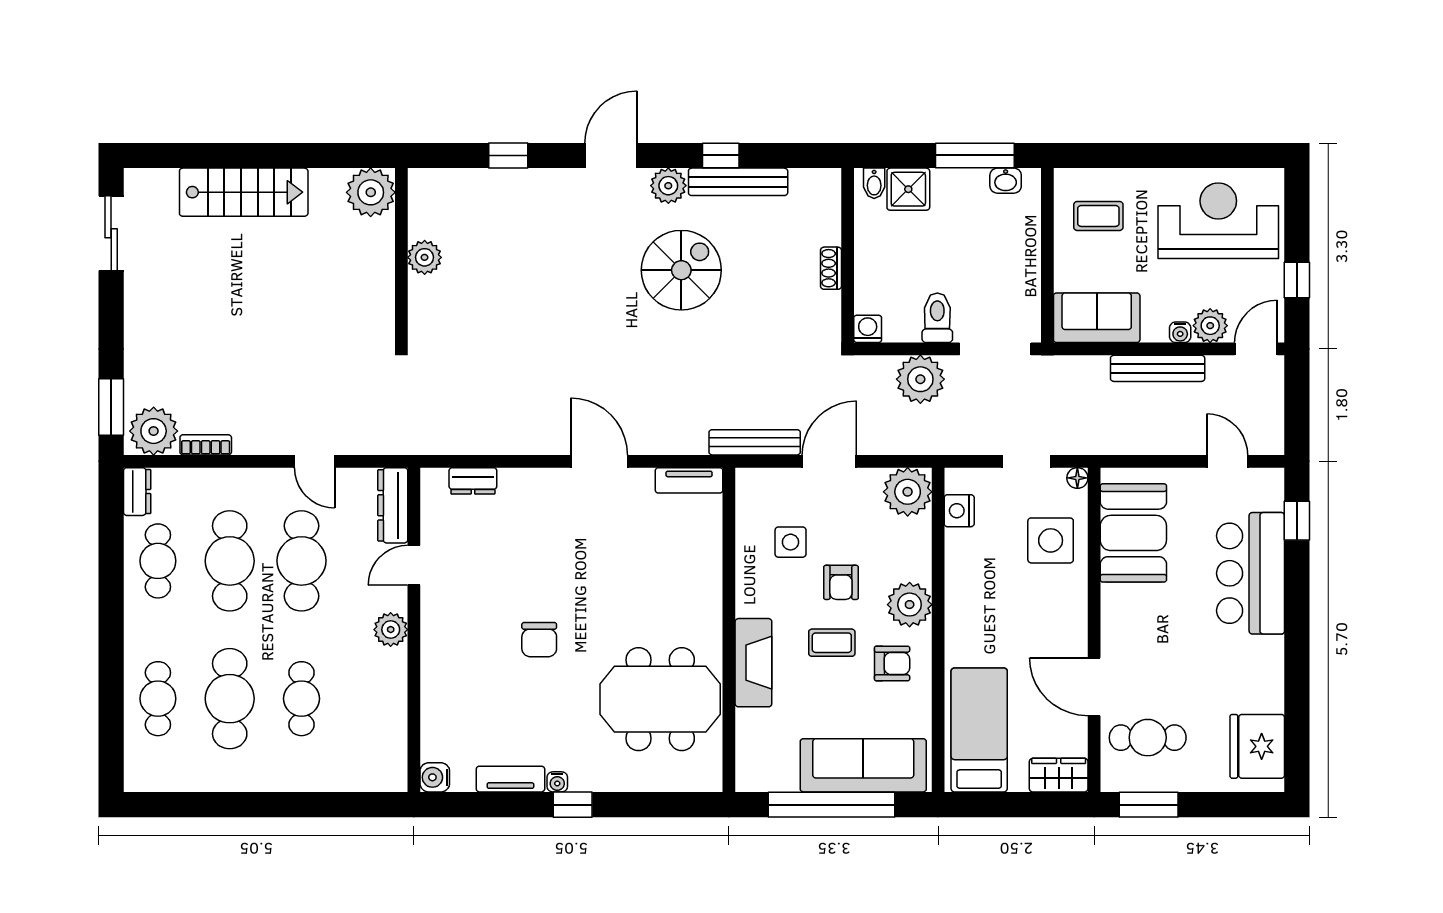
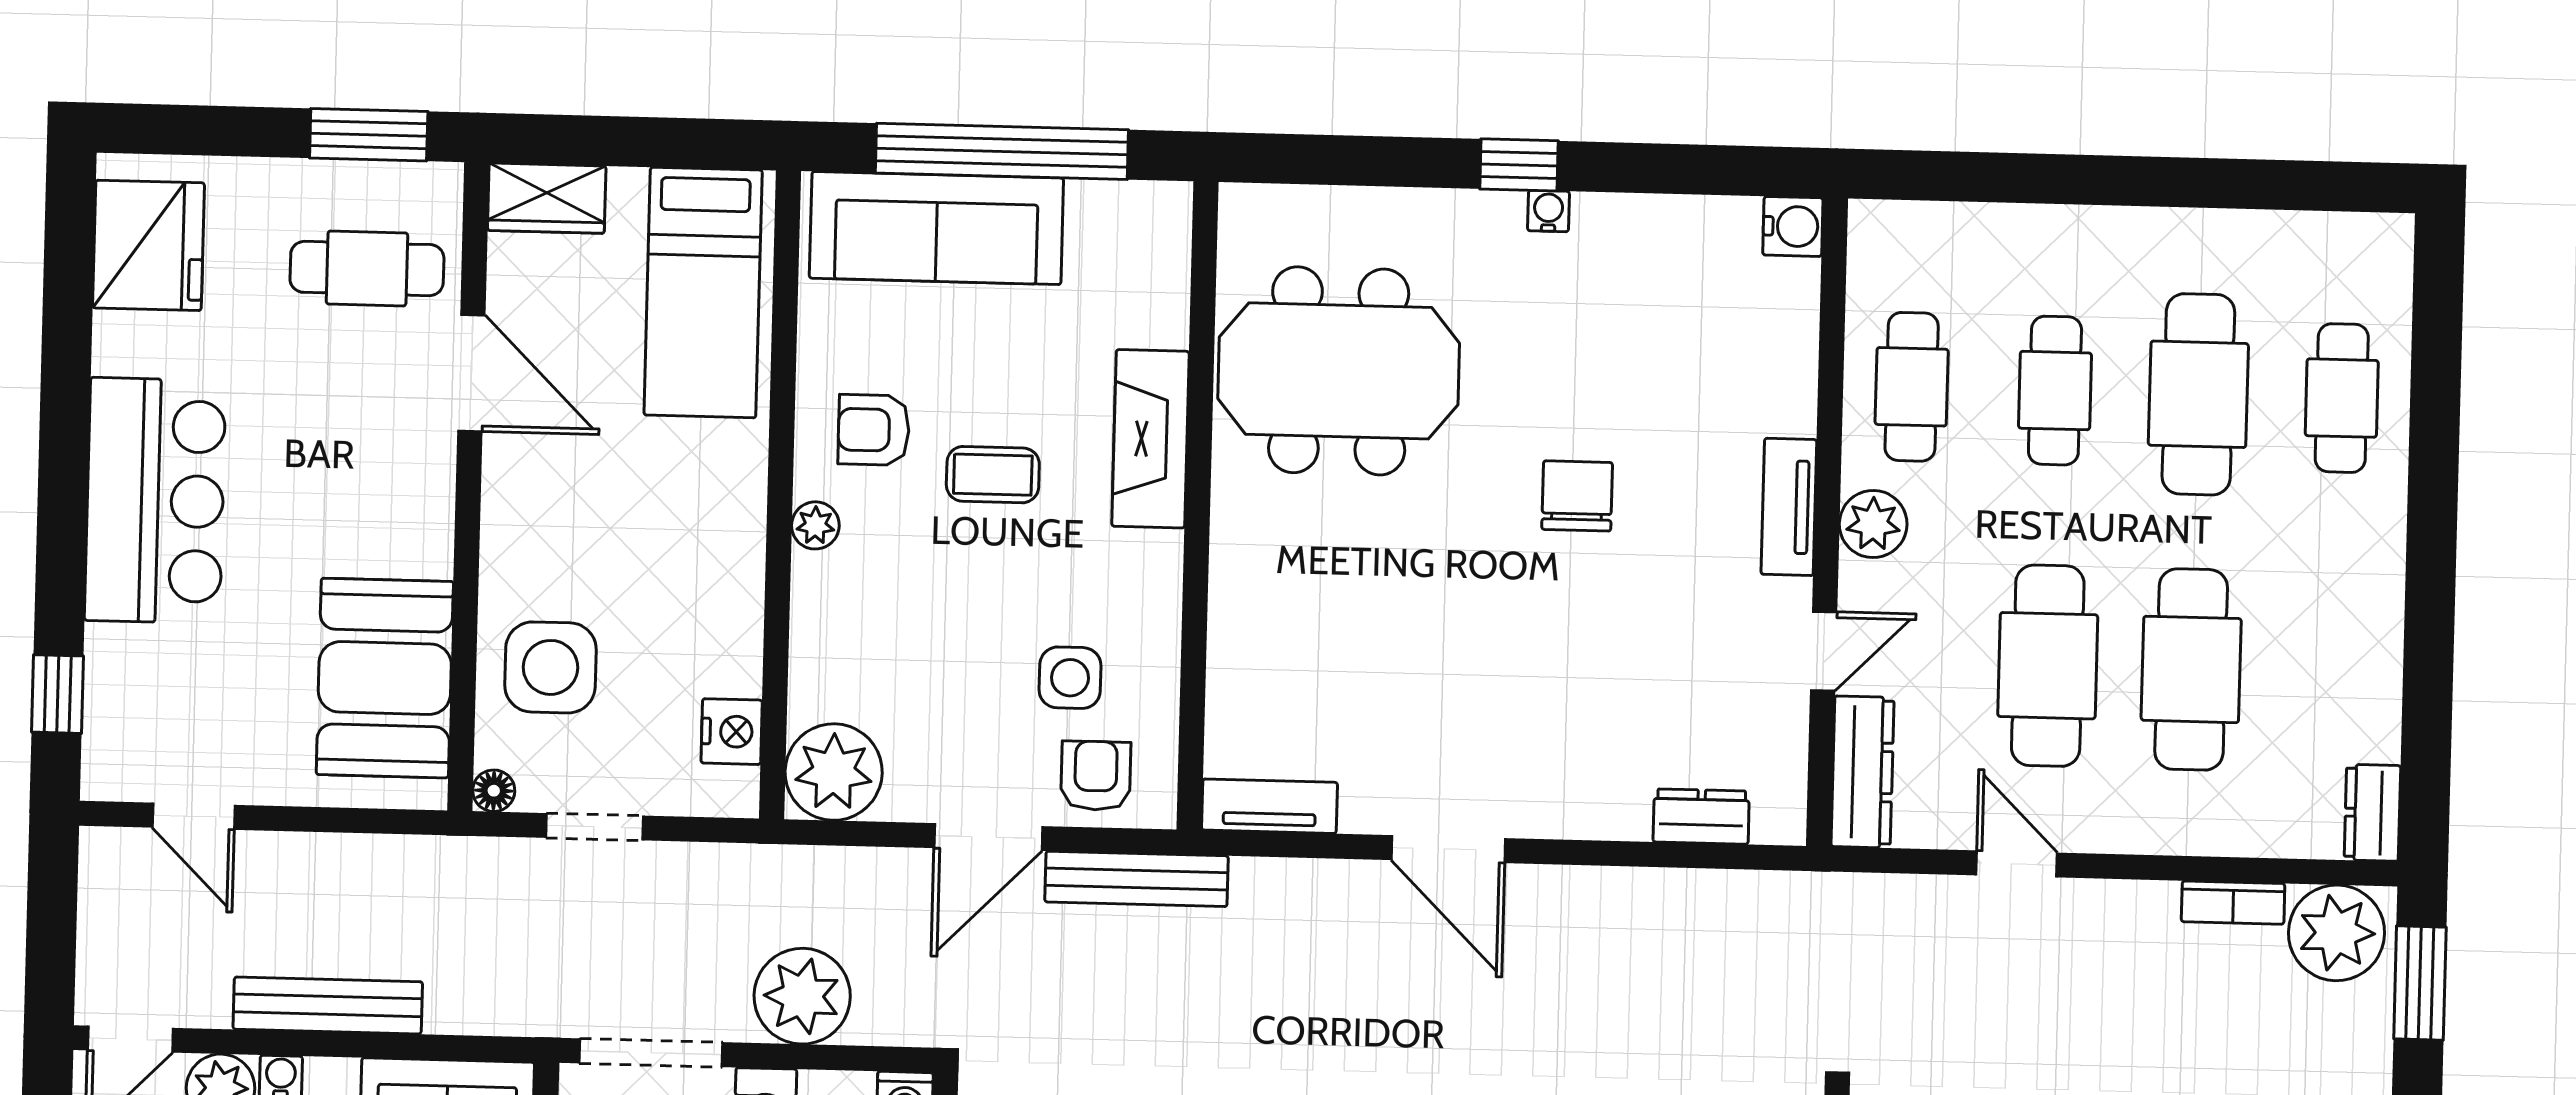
cafe table: (158, 561) -> (1912, 387), moved
bar counter: (1251, 573) -> (155, 501), moved
armchair: (841, 582) -> (1096, 776), moved
plant: (910, 605) -> (815, 525), width x0.53, depth x0.53
tv unit: (510, 779) -> (1789, 507), moved, turned 90

